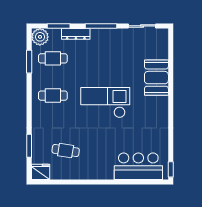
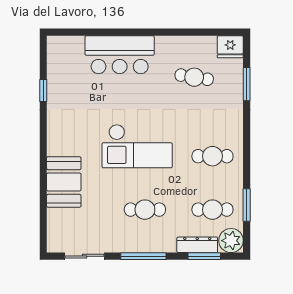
dresser: (76, 34) -> (197, 245), moved
cafe table: (100, 58) -> (145, 210), added
bar counter: (138, 166) -> (120, 55), moved
window: (171, 169) -> (43, 90), moved

